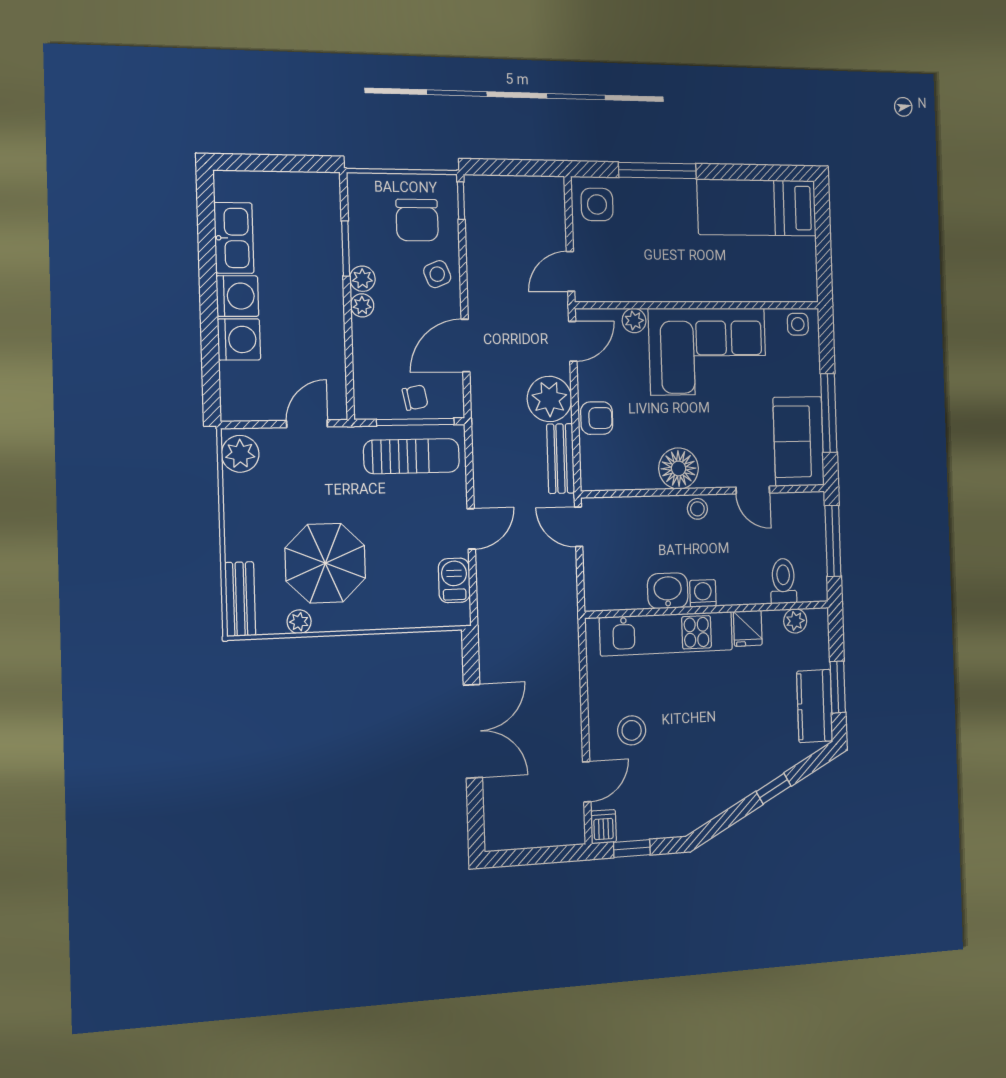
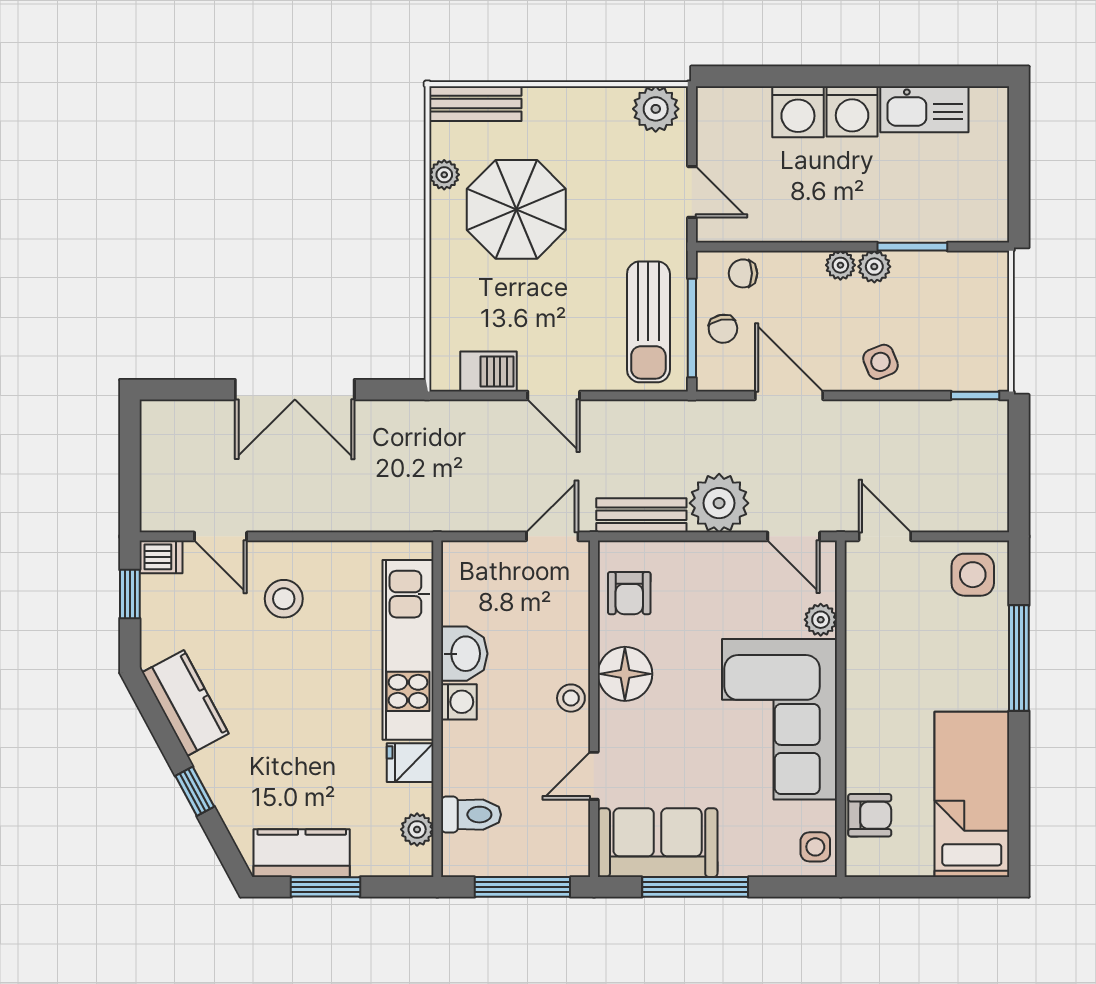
chair: (417, 220) -> (743, 273), moved, width x0.54, depth x0.54
armchair: (774, 284) -> (870, 815), added
armchair: (597, 418) -> (629, 593), moved
kitchen counter: (710, 800) -> (185, 703), added

